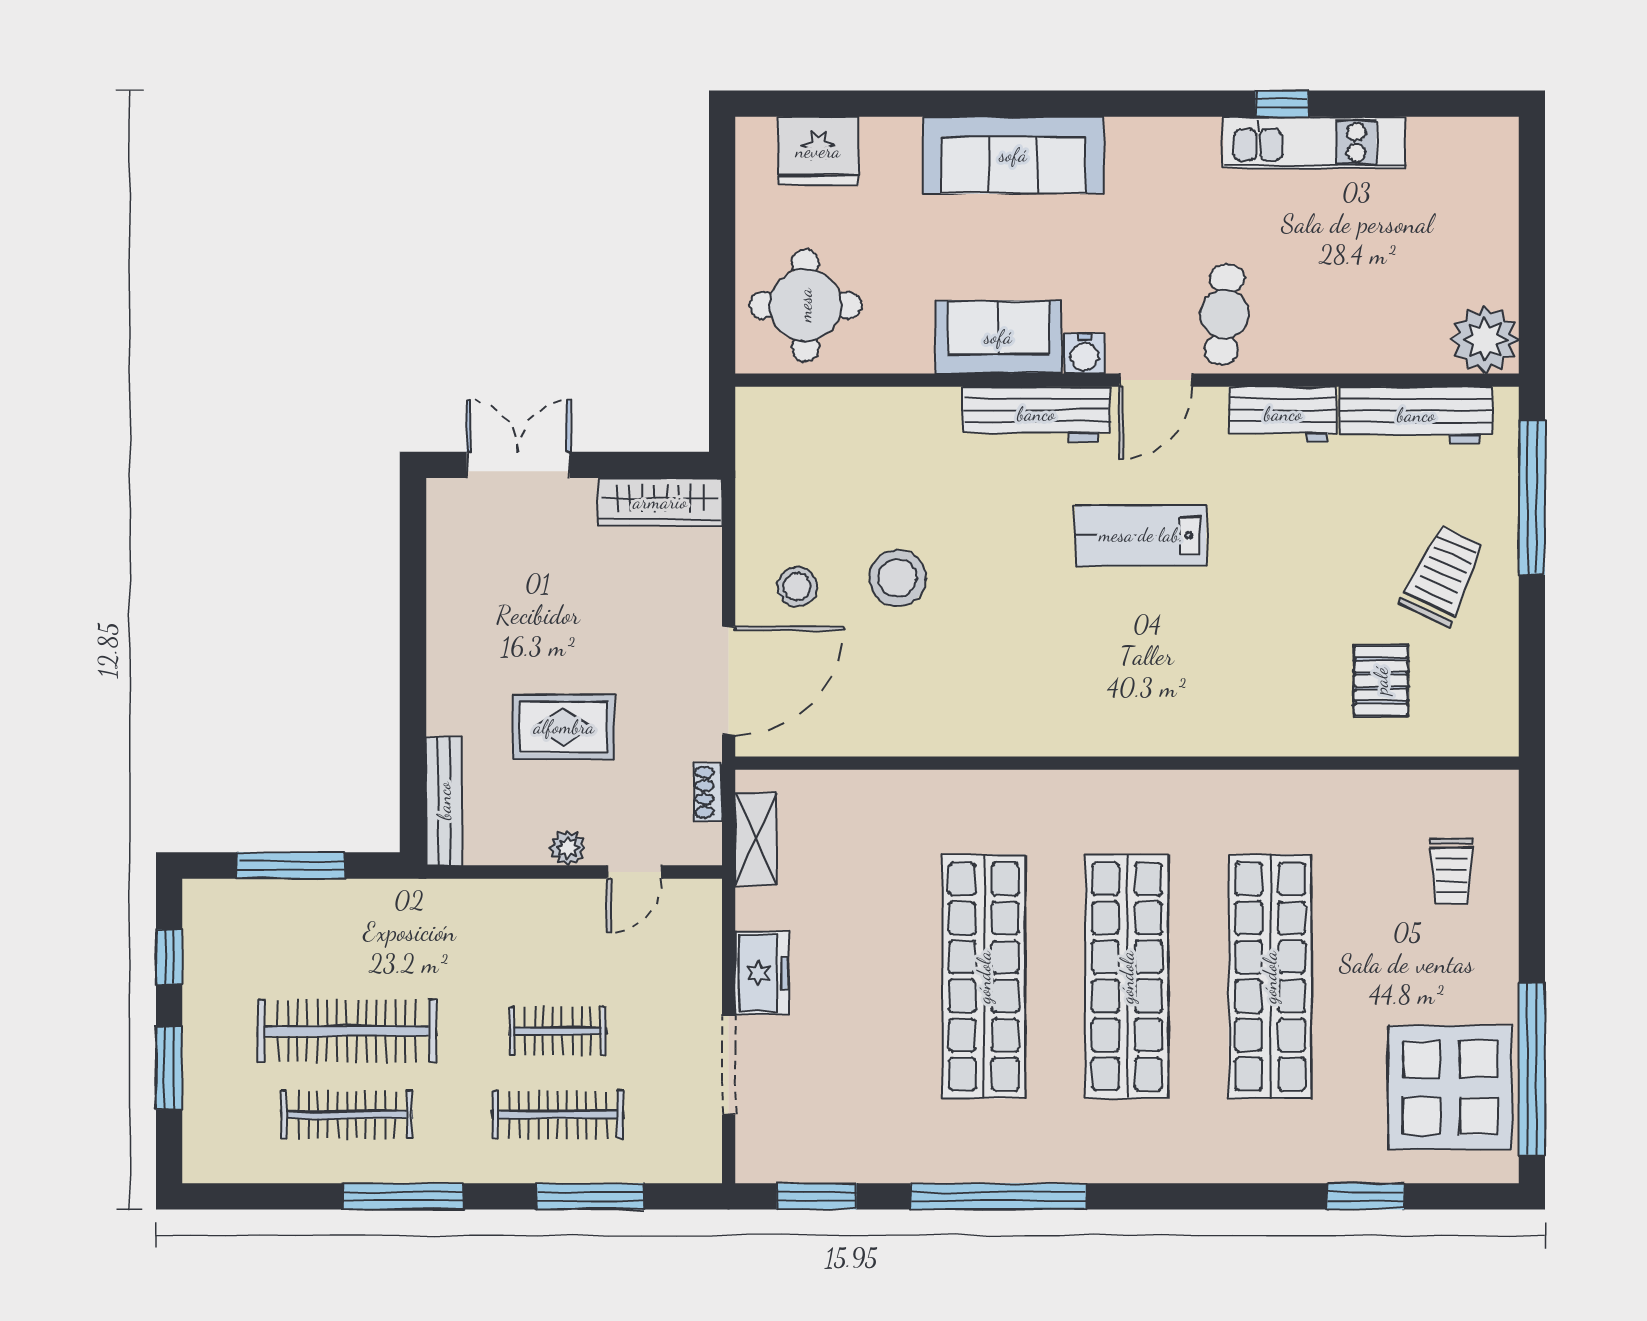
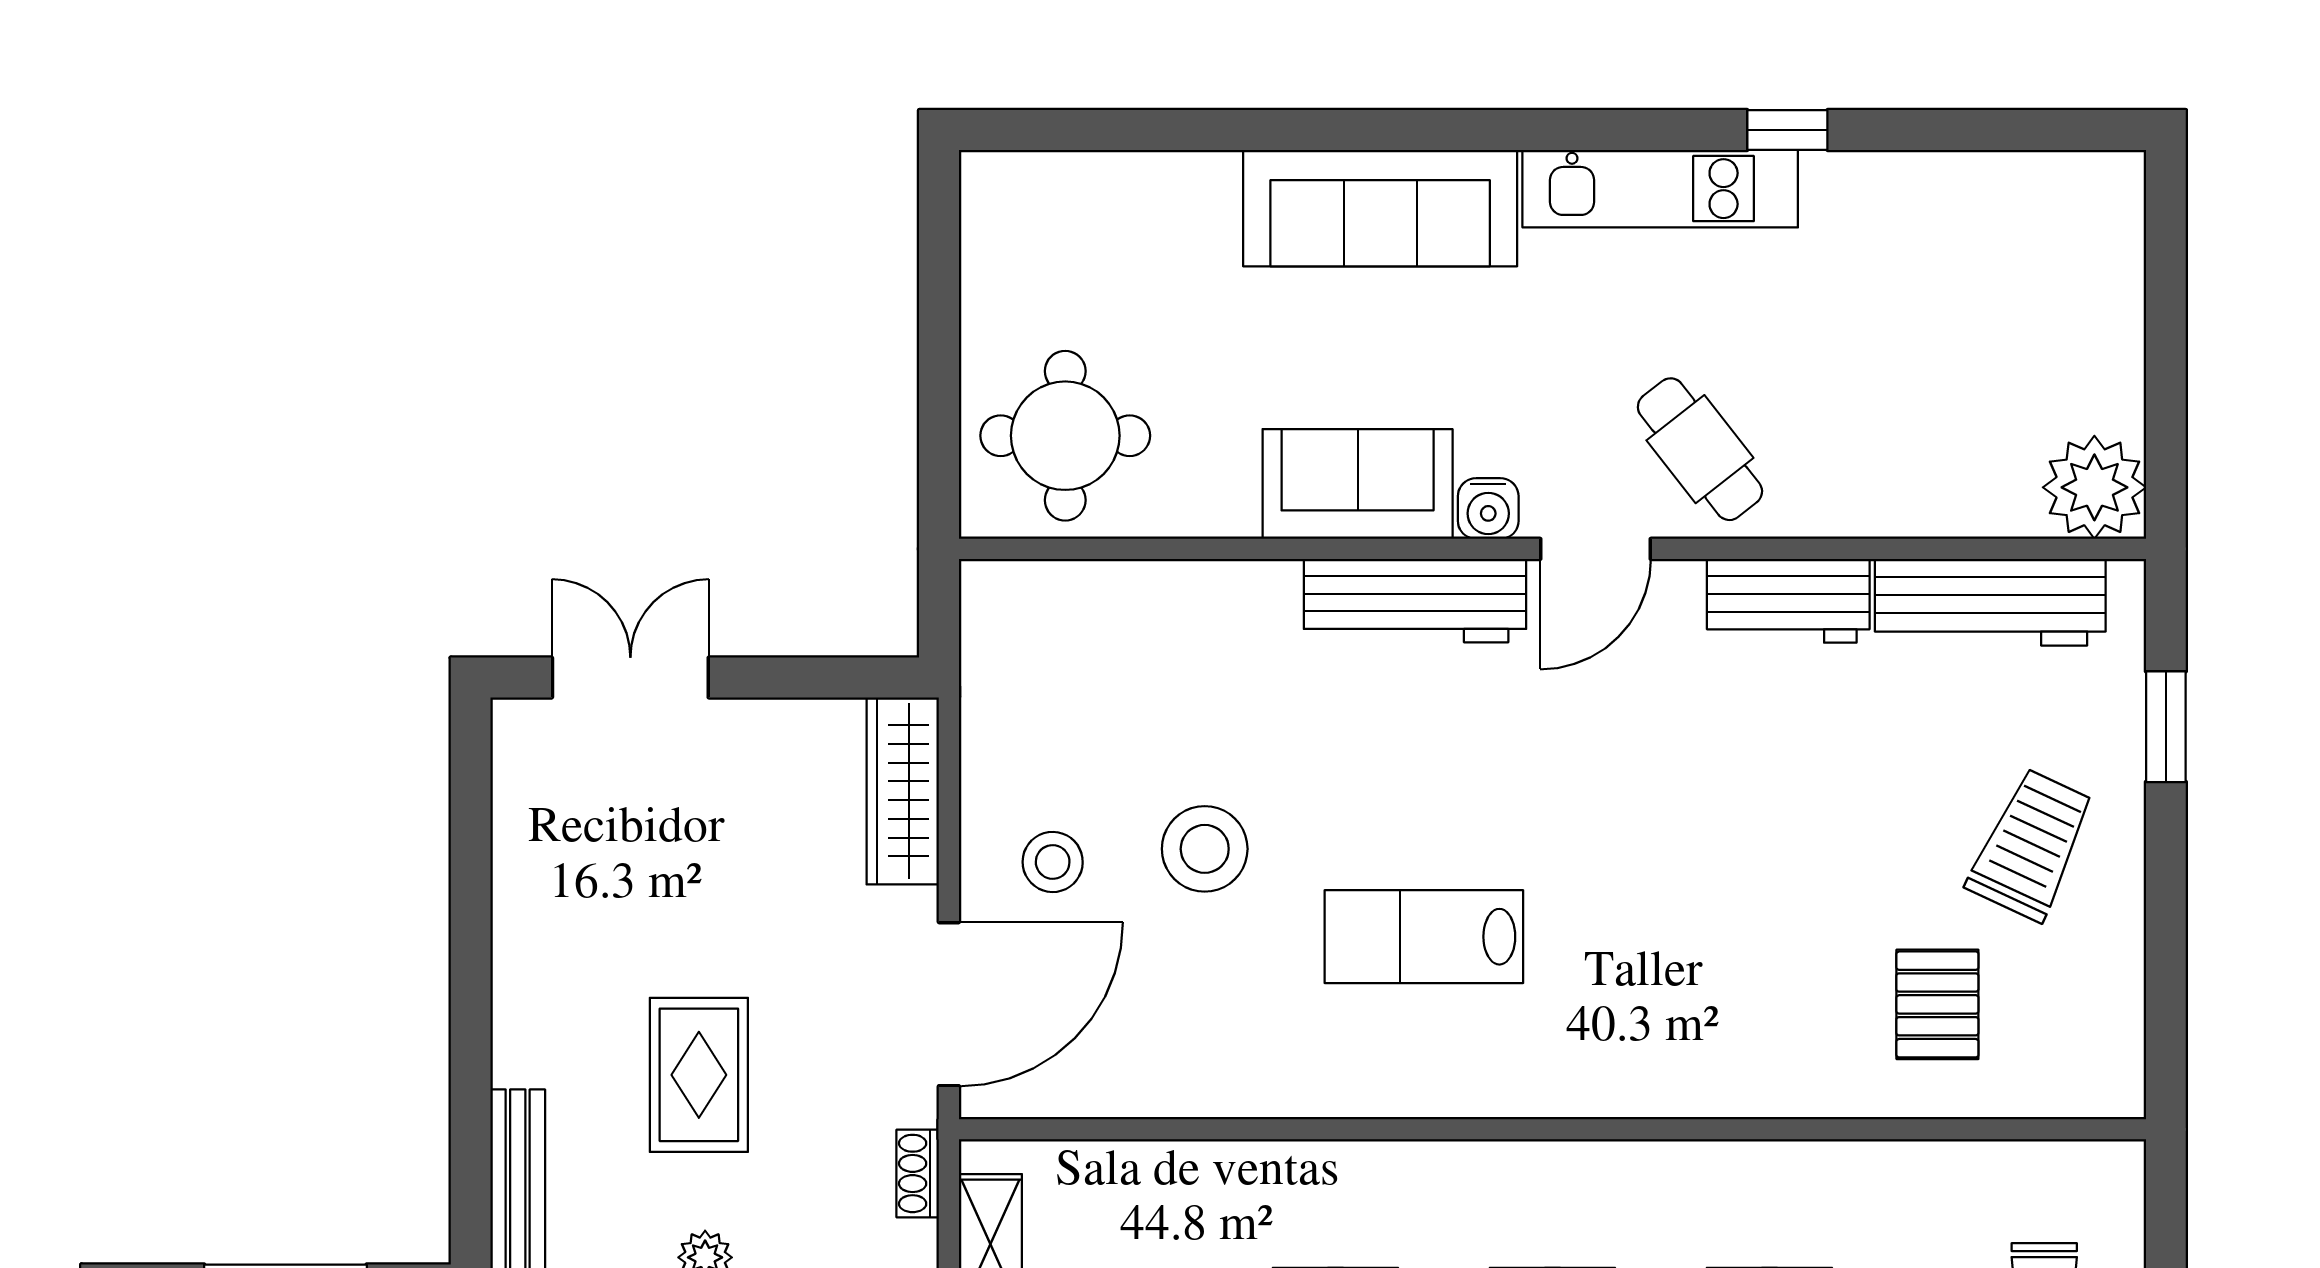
kitchen unit: (1314, 142) -> (1660, 189), moved
fridge: (818, 151) -> (1085, 202), removed
cafe table: (1224, 314) -> (1700, 449), turned -43
window: (1532, 497) -> (2166, 727), width x0.47
wardrobe: (660, 502) -> (903, 791), moved, turned 90
lab bench: (1141, 535) -> (1424, 937), moved
rug: (564, 727) -> (699, 1075), turned 90

